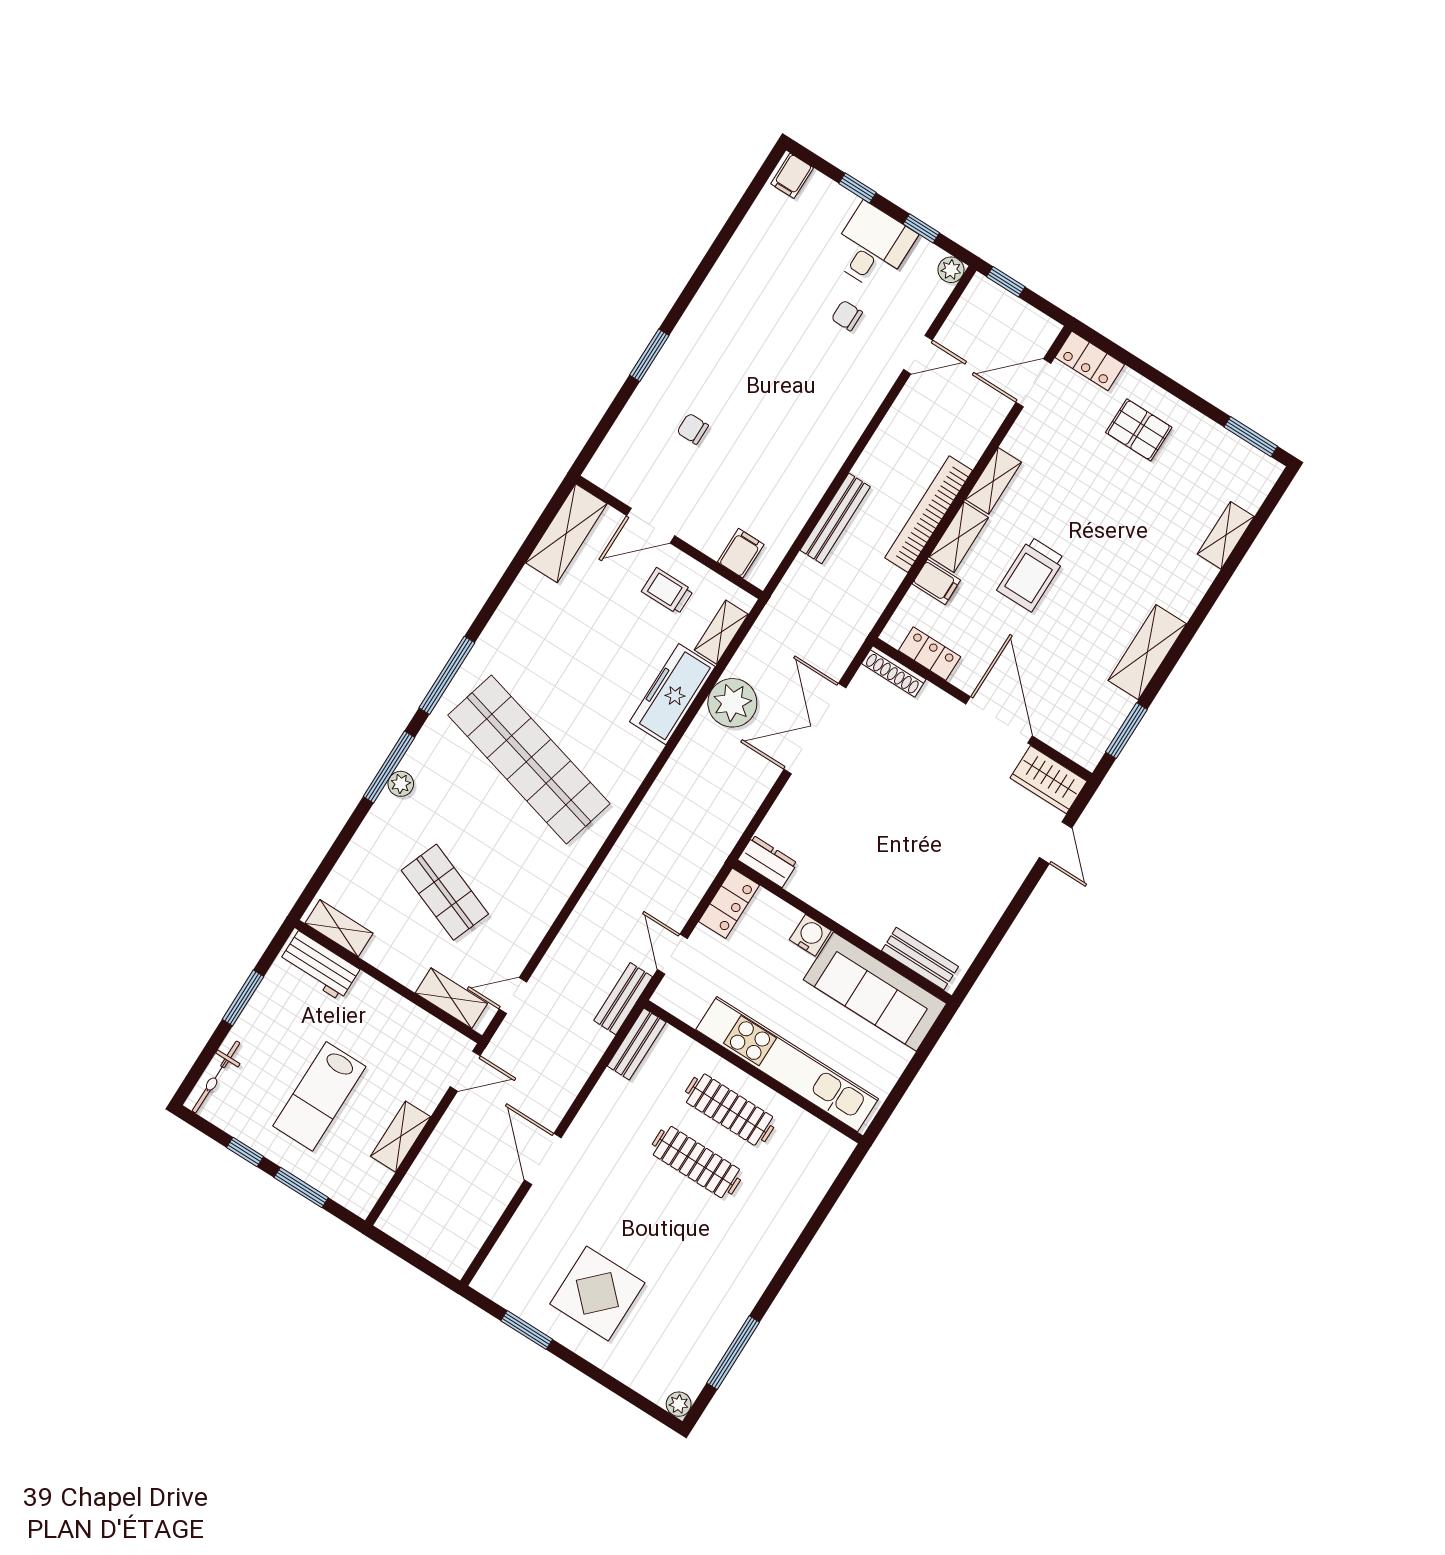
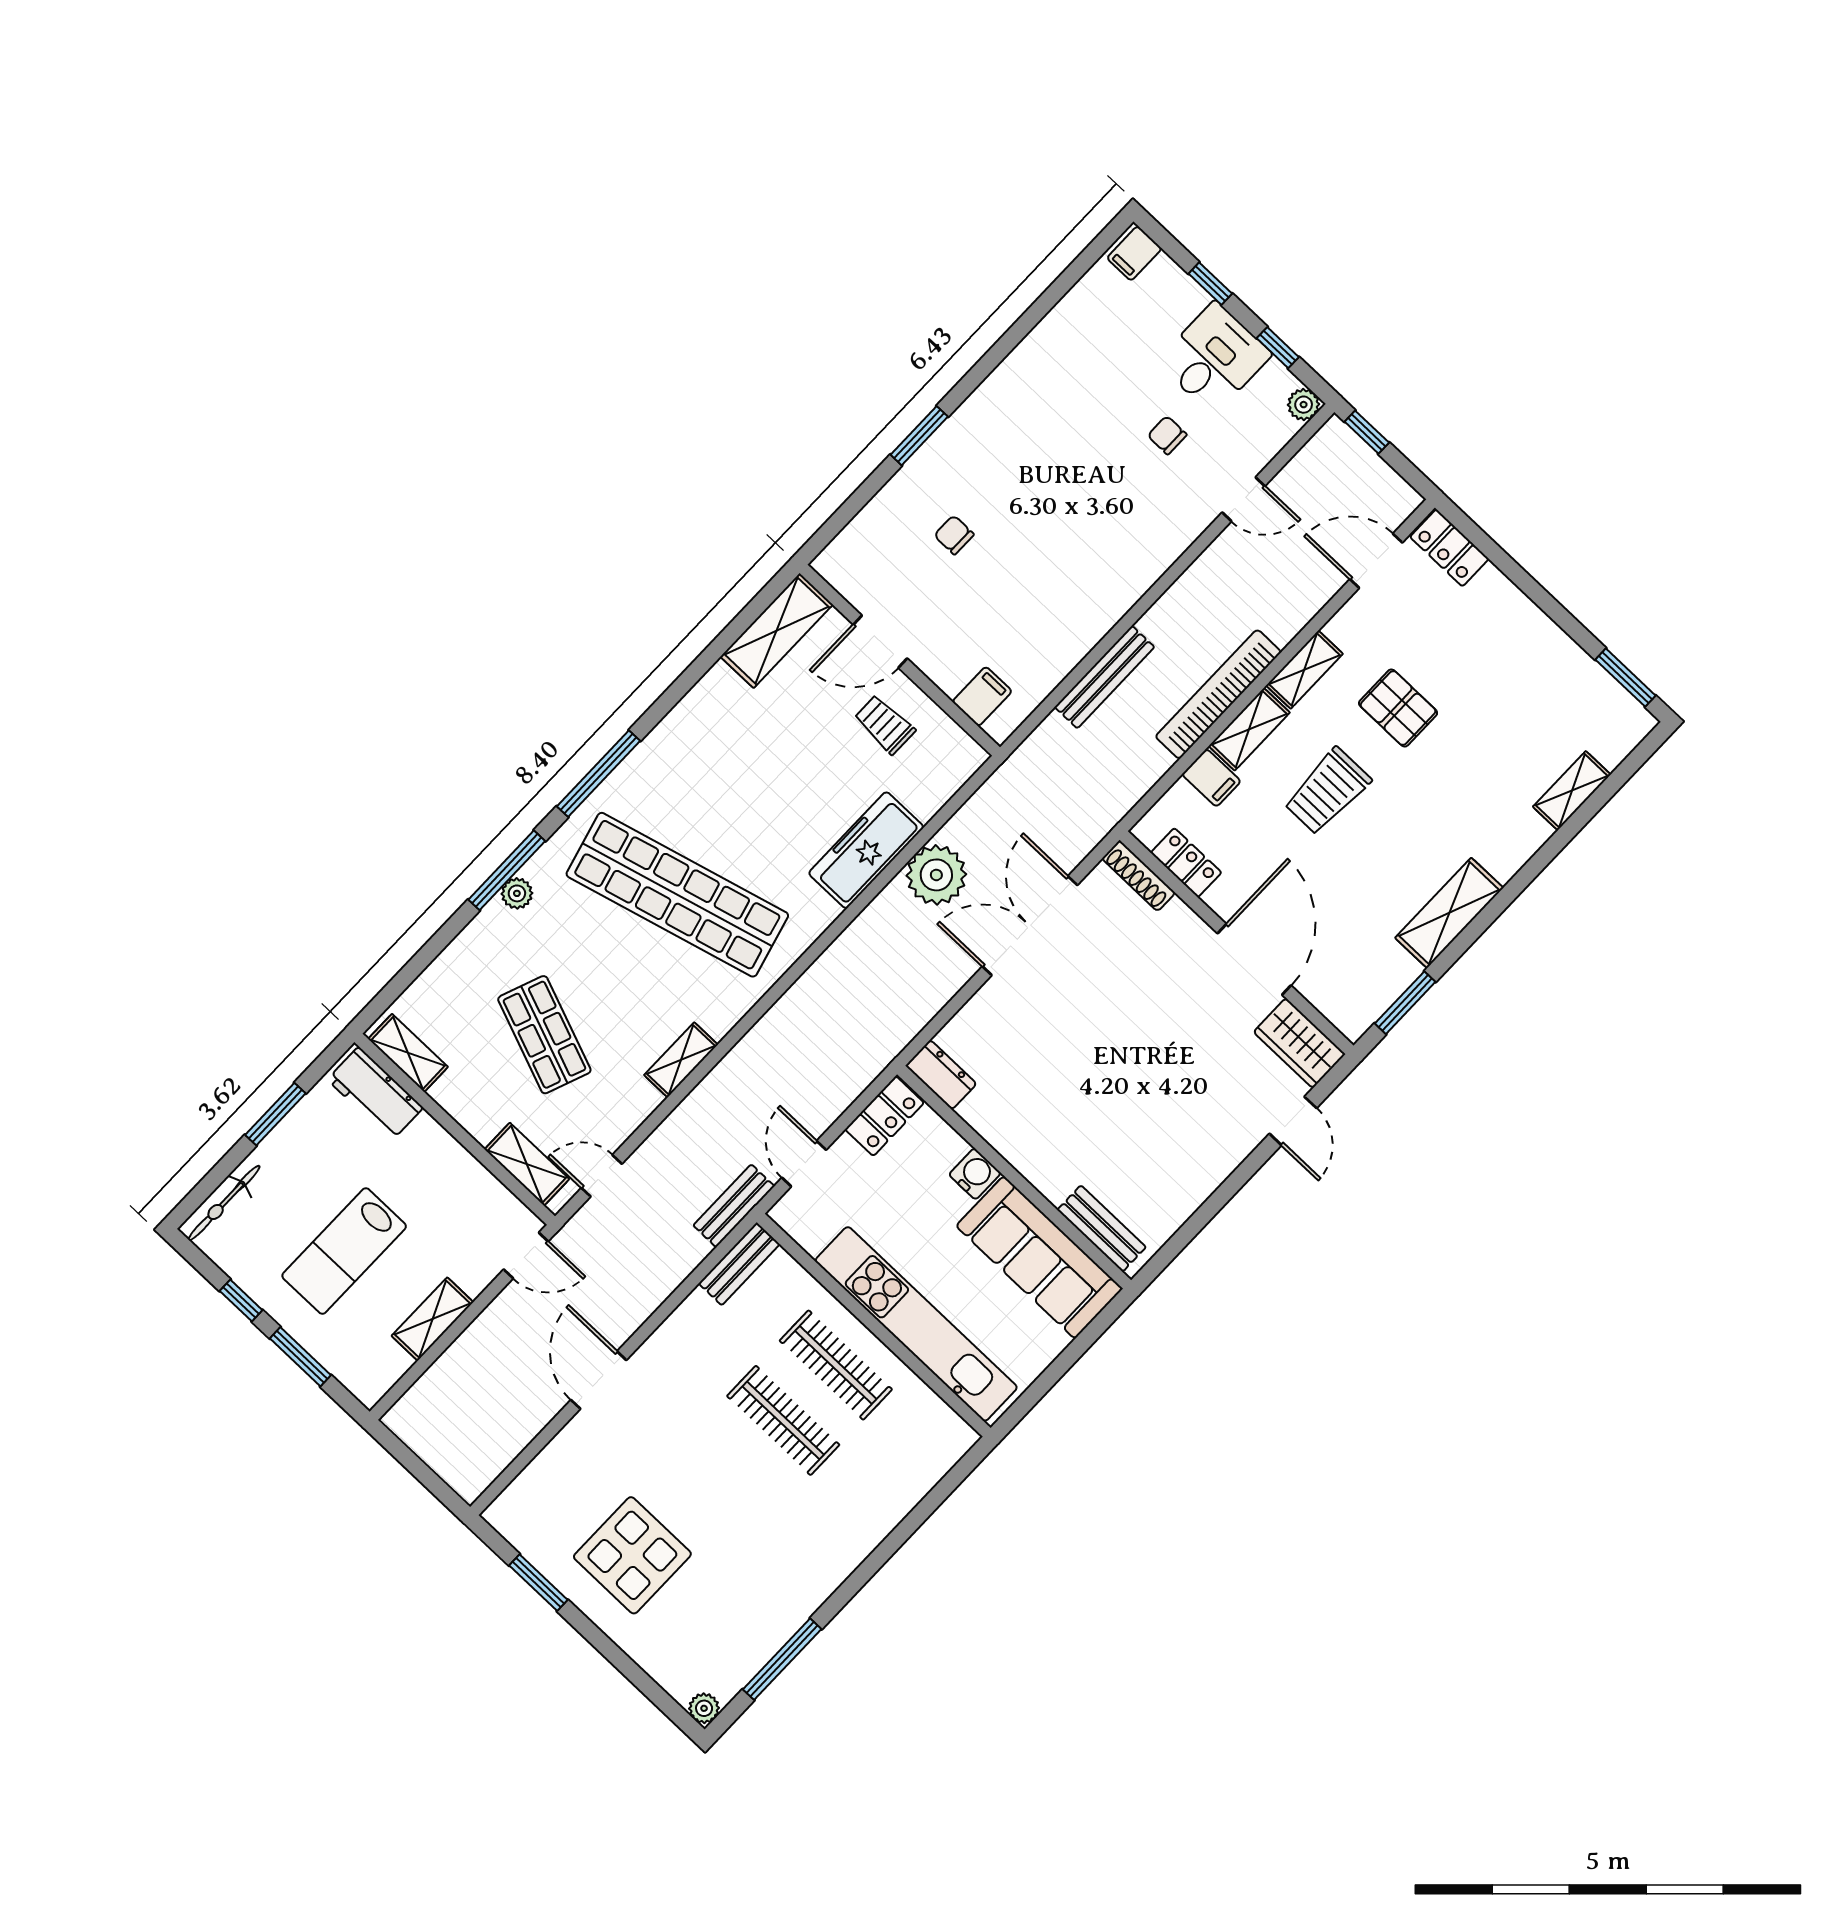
pallet: (1139, 430) -> (1398, 708), moved
shelving: (721, 632) -> (681, 1060), moved
shop shelf: (529, 759) -> (677, 895), turned -30

